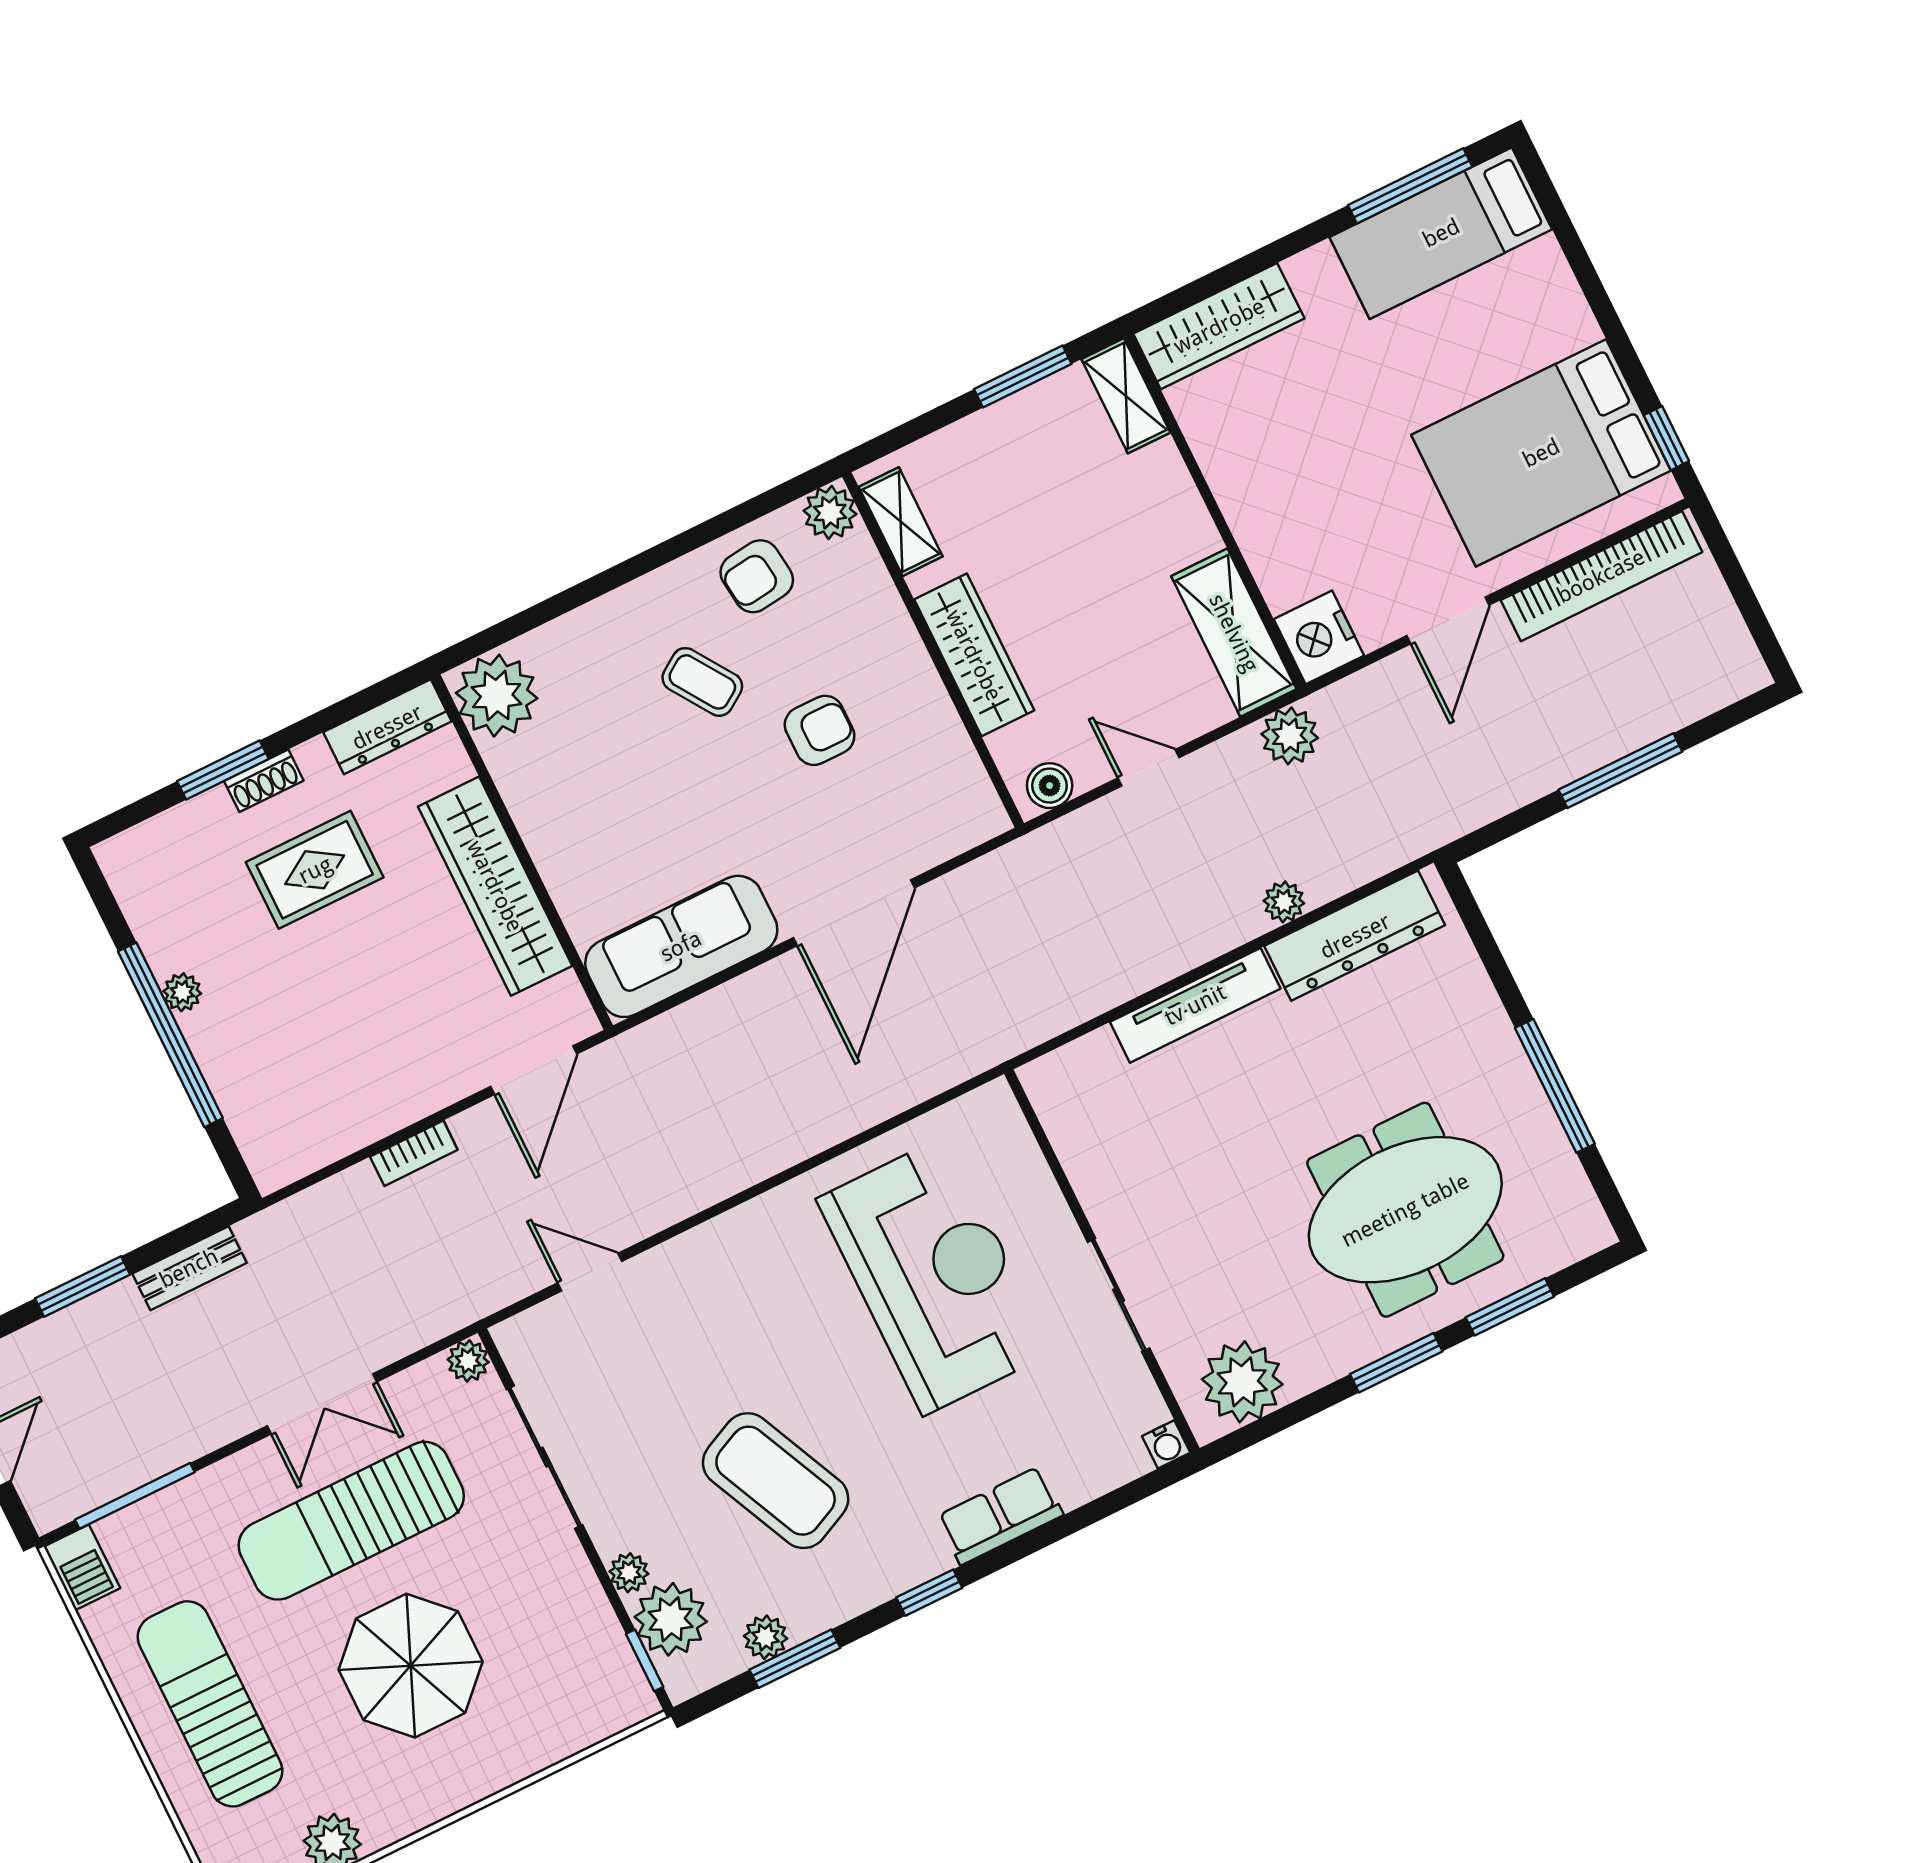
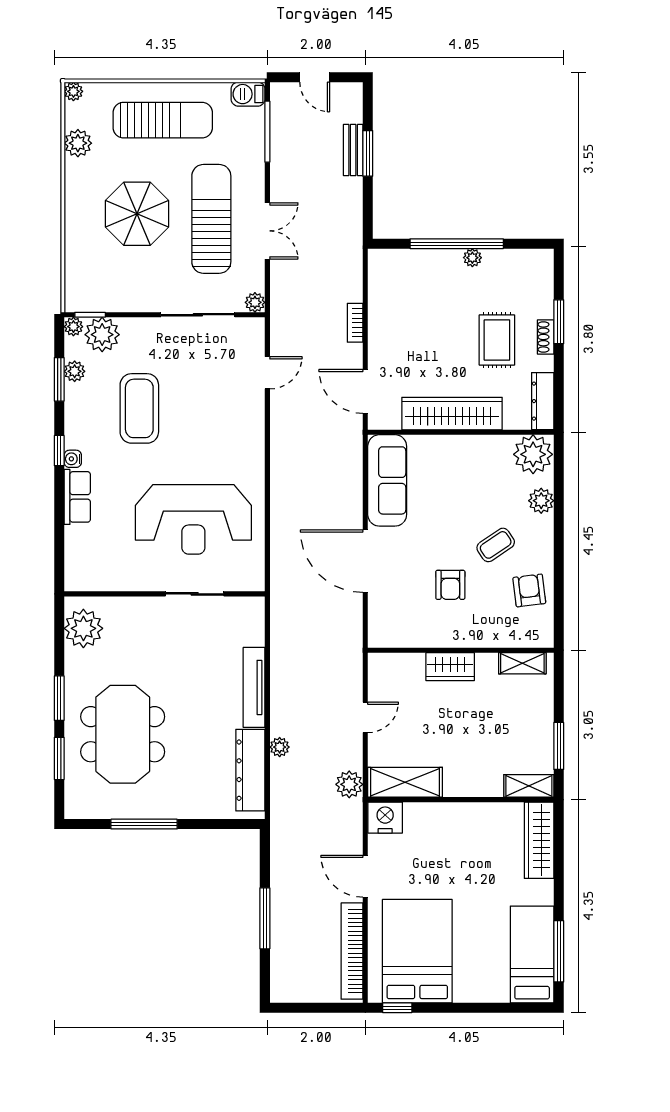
plant: (830, 512) -> (541, 501), moved
wardrobe: (974, 655) -> (450, 667), width x0.67
boiler: (1050, 786) -> (378, 671), removed
bench: (189, 1268) -> (353, 150), moved
sliding door: (1119, 1295) -> (195, 594), moved
double door: (322, 1404) -> (267, 231), swing flipped
water cooler: (1166, 1444) -> (73, 459), moved
coffee table: (776, 1481) -> (139, 408), turned -65
plant: (629, 1573) -> (73, 327), moved

